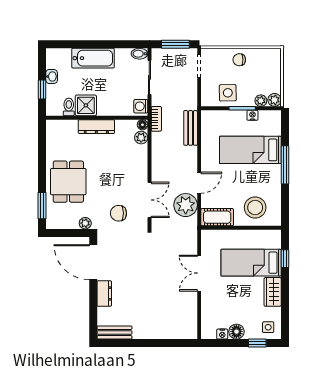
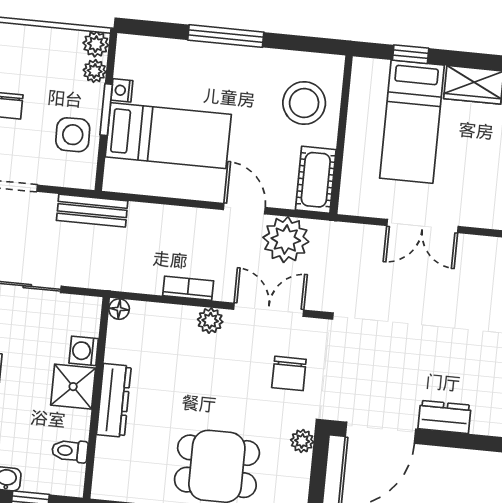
shower: (86, 105) -> (73, 387), moved
washing machine: (141, 106) -> (84, 351), moved, turned 90
bookcase: (156, 119) -> (188, 288), moved
bench: (191, 128) -> (92, 211), moved
plant: (141, 138) -> (210, 321), moved
bed: (250, 150) -> (168, 136), moved, turned -90

